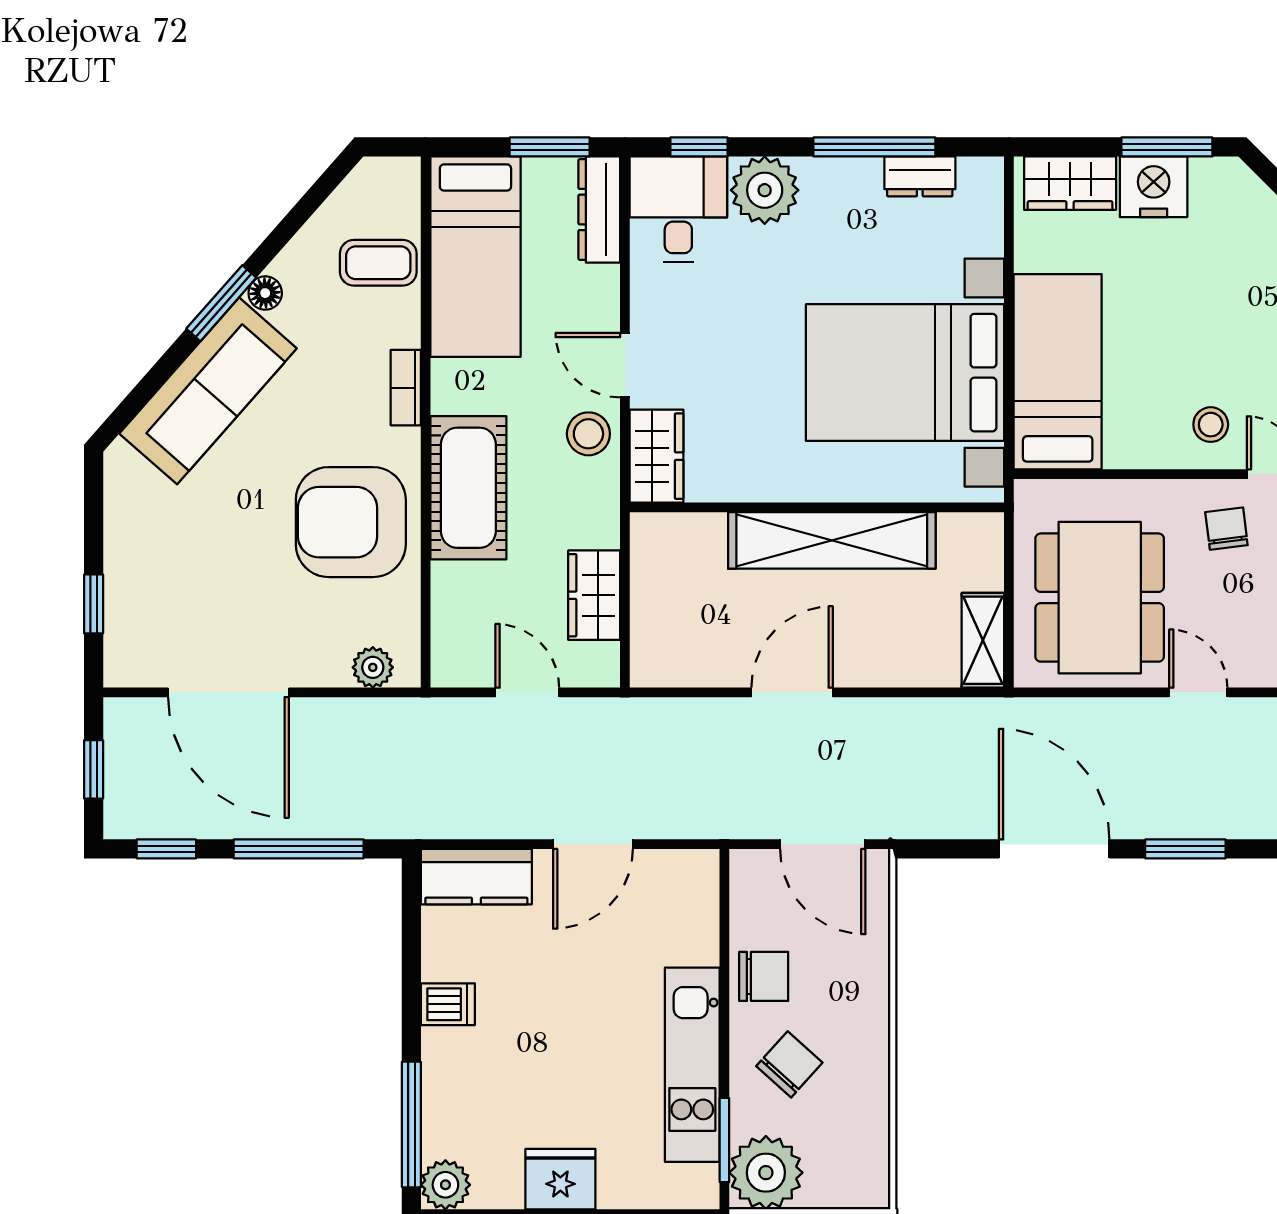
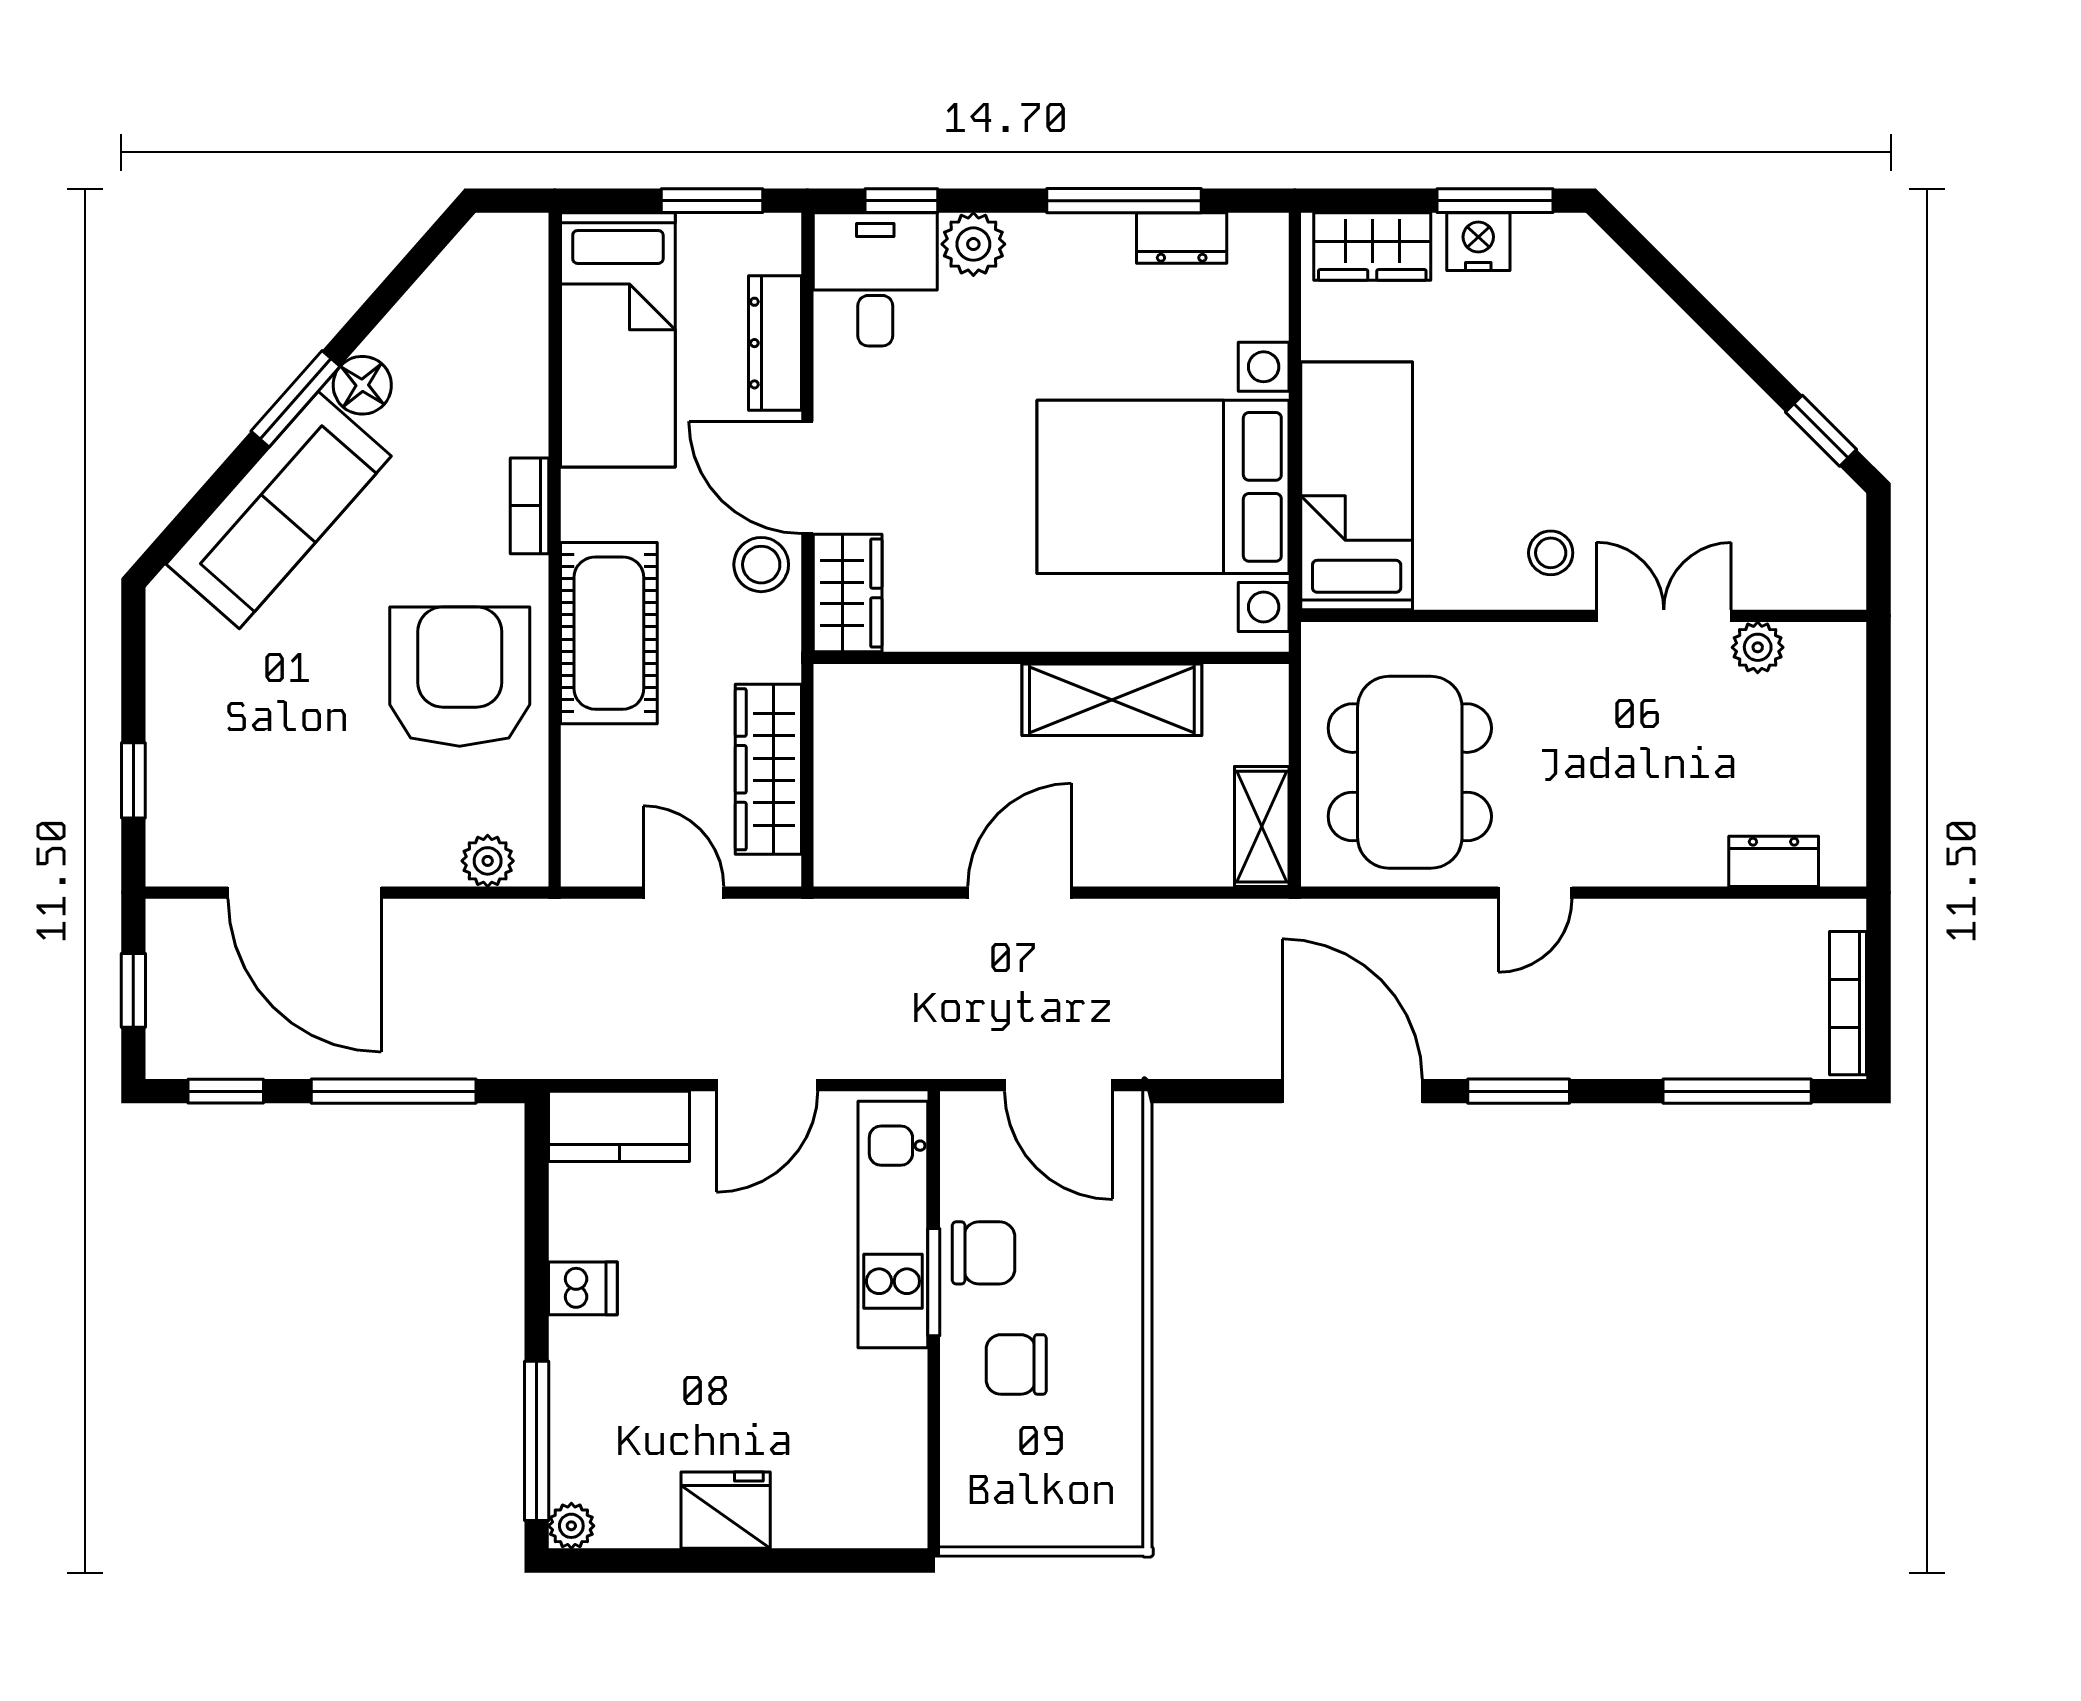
nightstand: (1154, 187) -> (1478, 242), width x0.74, depth x0.75
plant: (765, 190) -> (973, 244), width x0.73, depth x0.73
dresser: (599, 210) -> (775, 343), moved
coffee table: (378, 263) -> (495, 348), removed
floor lamp: (265, 293) -> (362, 385), width x1.37, depth x1.37
door: (625, 365) -> (807, 477), width x1.38
armchair: (351, 522) -> (460, 677), turned 90
chair: (1226, 529) -> (1571, 685), removed
shelving: (832, 540) -> (1112, 700), width x0.68
wardrobe: (594, 595) -> (768, 769), width x1.50
door: (1198, 692) -> (1535, 893), swing flipped
chair: (789, 1064) -> (1016, 1364), turned -132
kitchen unit: (692, 1065) -> (893, 1225), moved
window: (724, 1140) -> (934, 1282), moved
plant: (766, 1173) -> (986, 1502), removed
plant: (445, 1185) -> (571, 1526), width x0.73, depth x0.73

